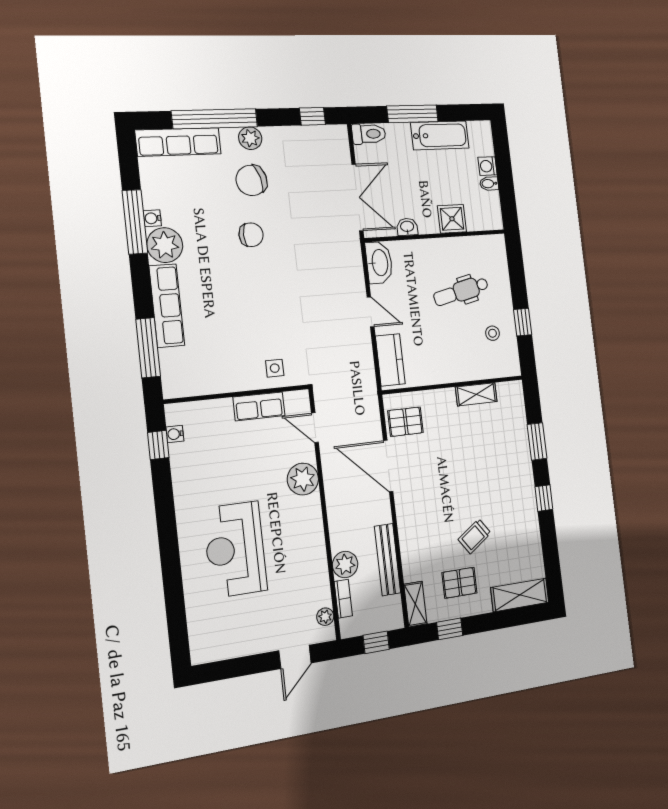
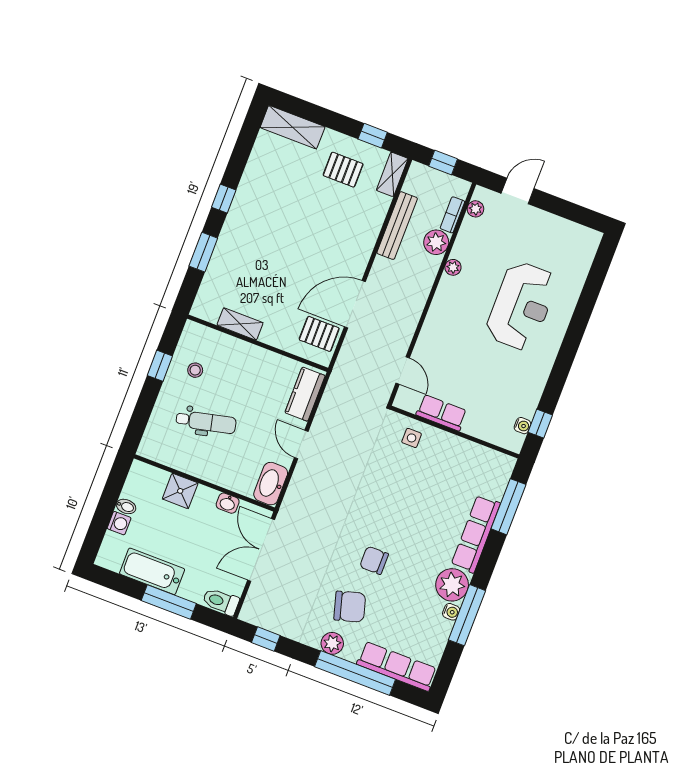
door: (388, 466) -> (355, 304), swing flipped
plant: (303, 479) -> (453, 267), moved, width x0.53, depth x0.53
trolley: (475, 536) -> (308, 202), removed

